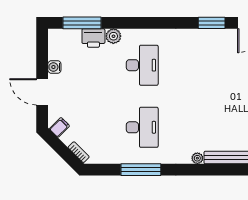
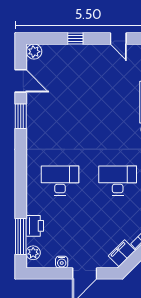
plant: (113, 36) -> (33, 253), moved
filing cabinet: (59, 127) -> (122, 253), width x2.00

